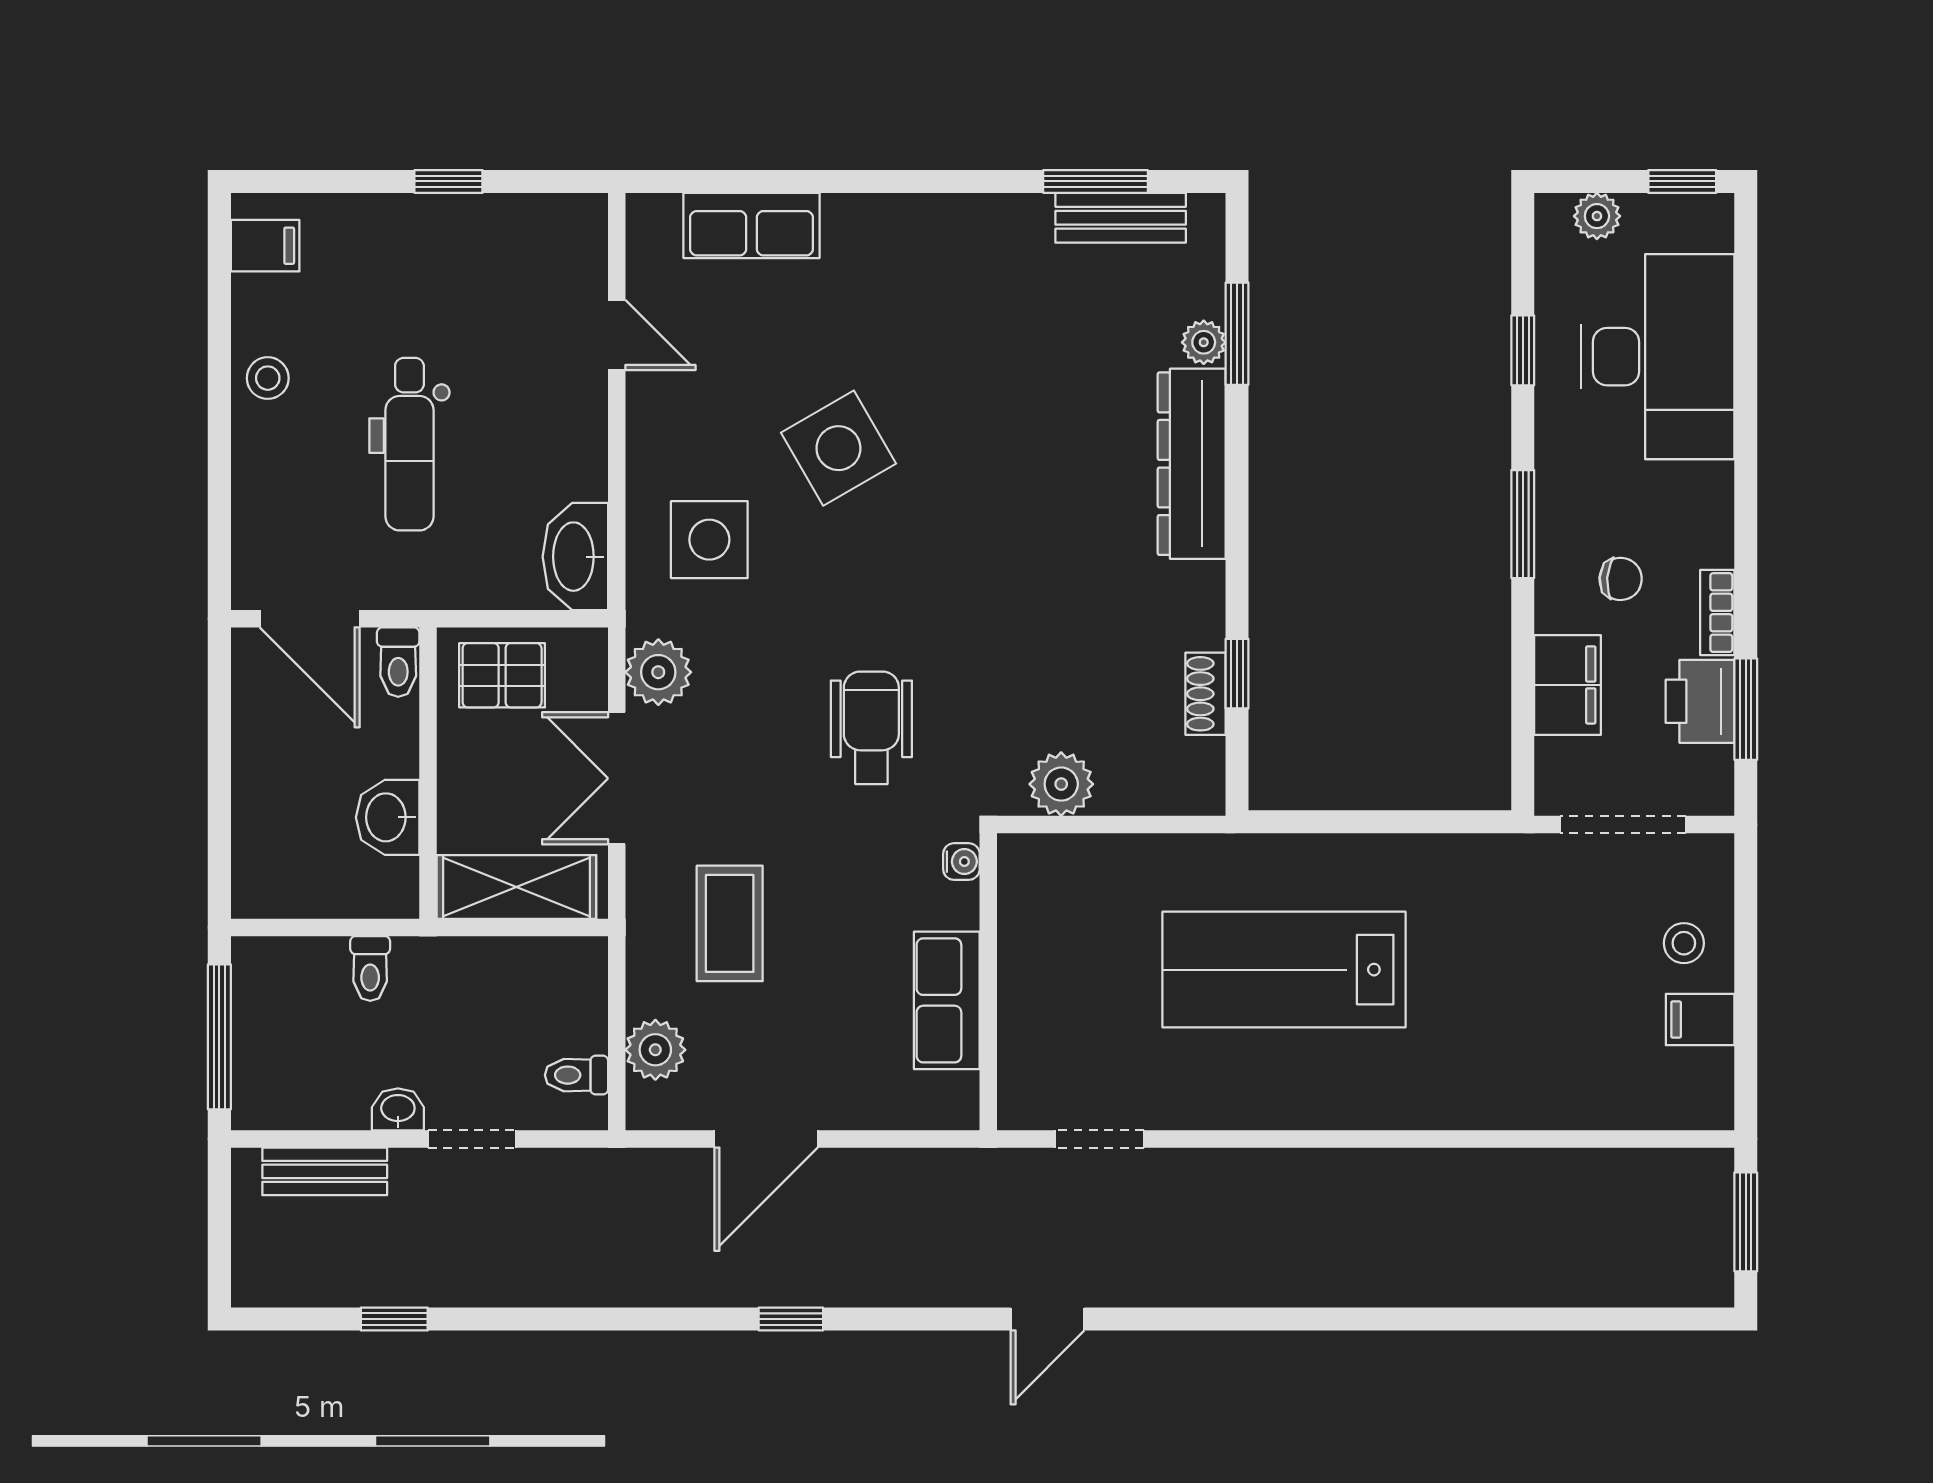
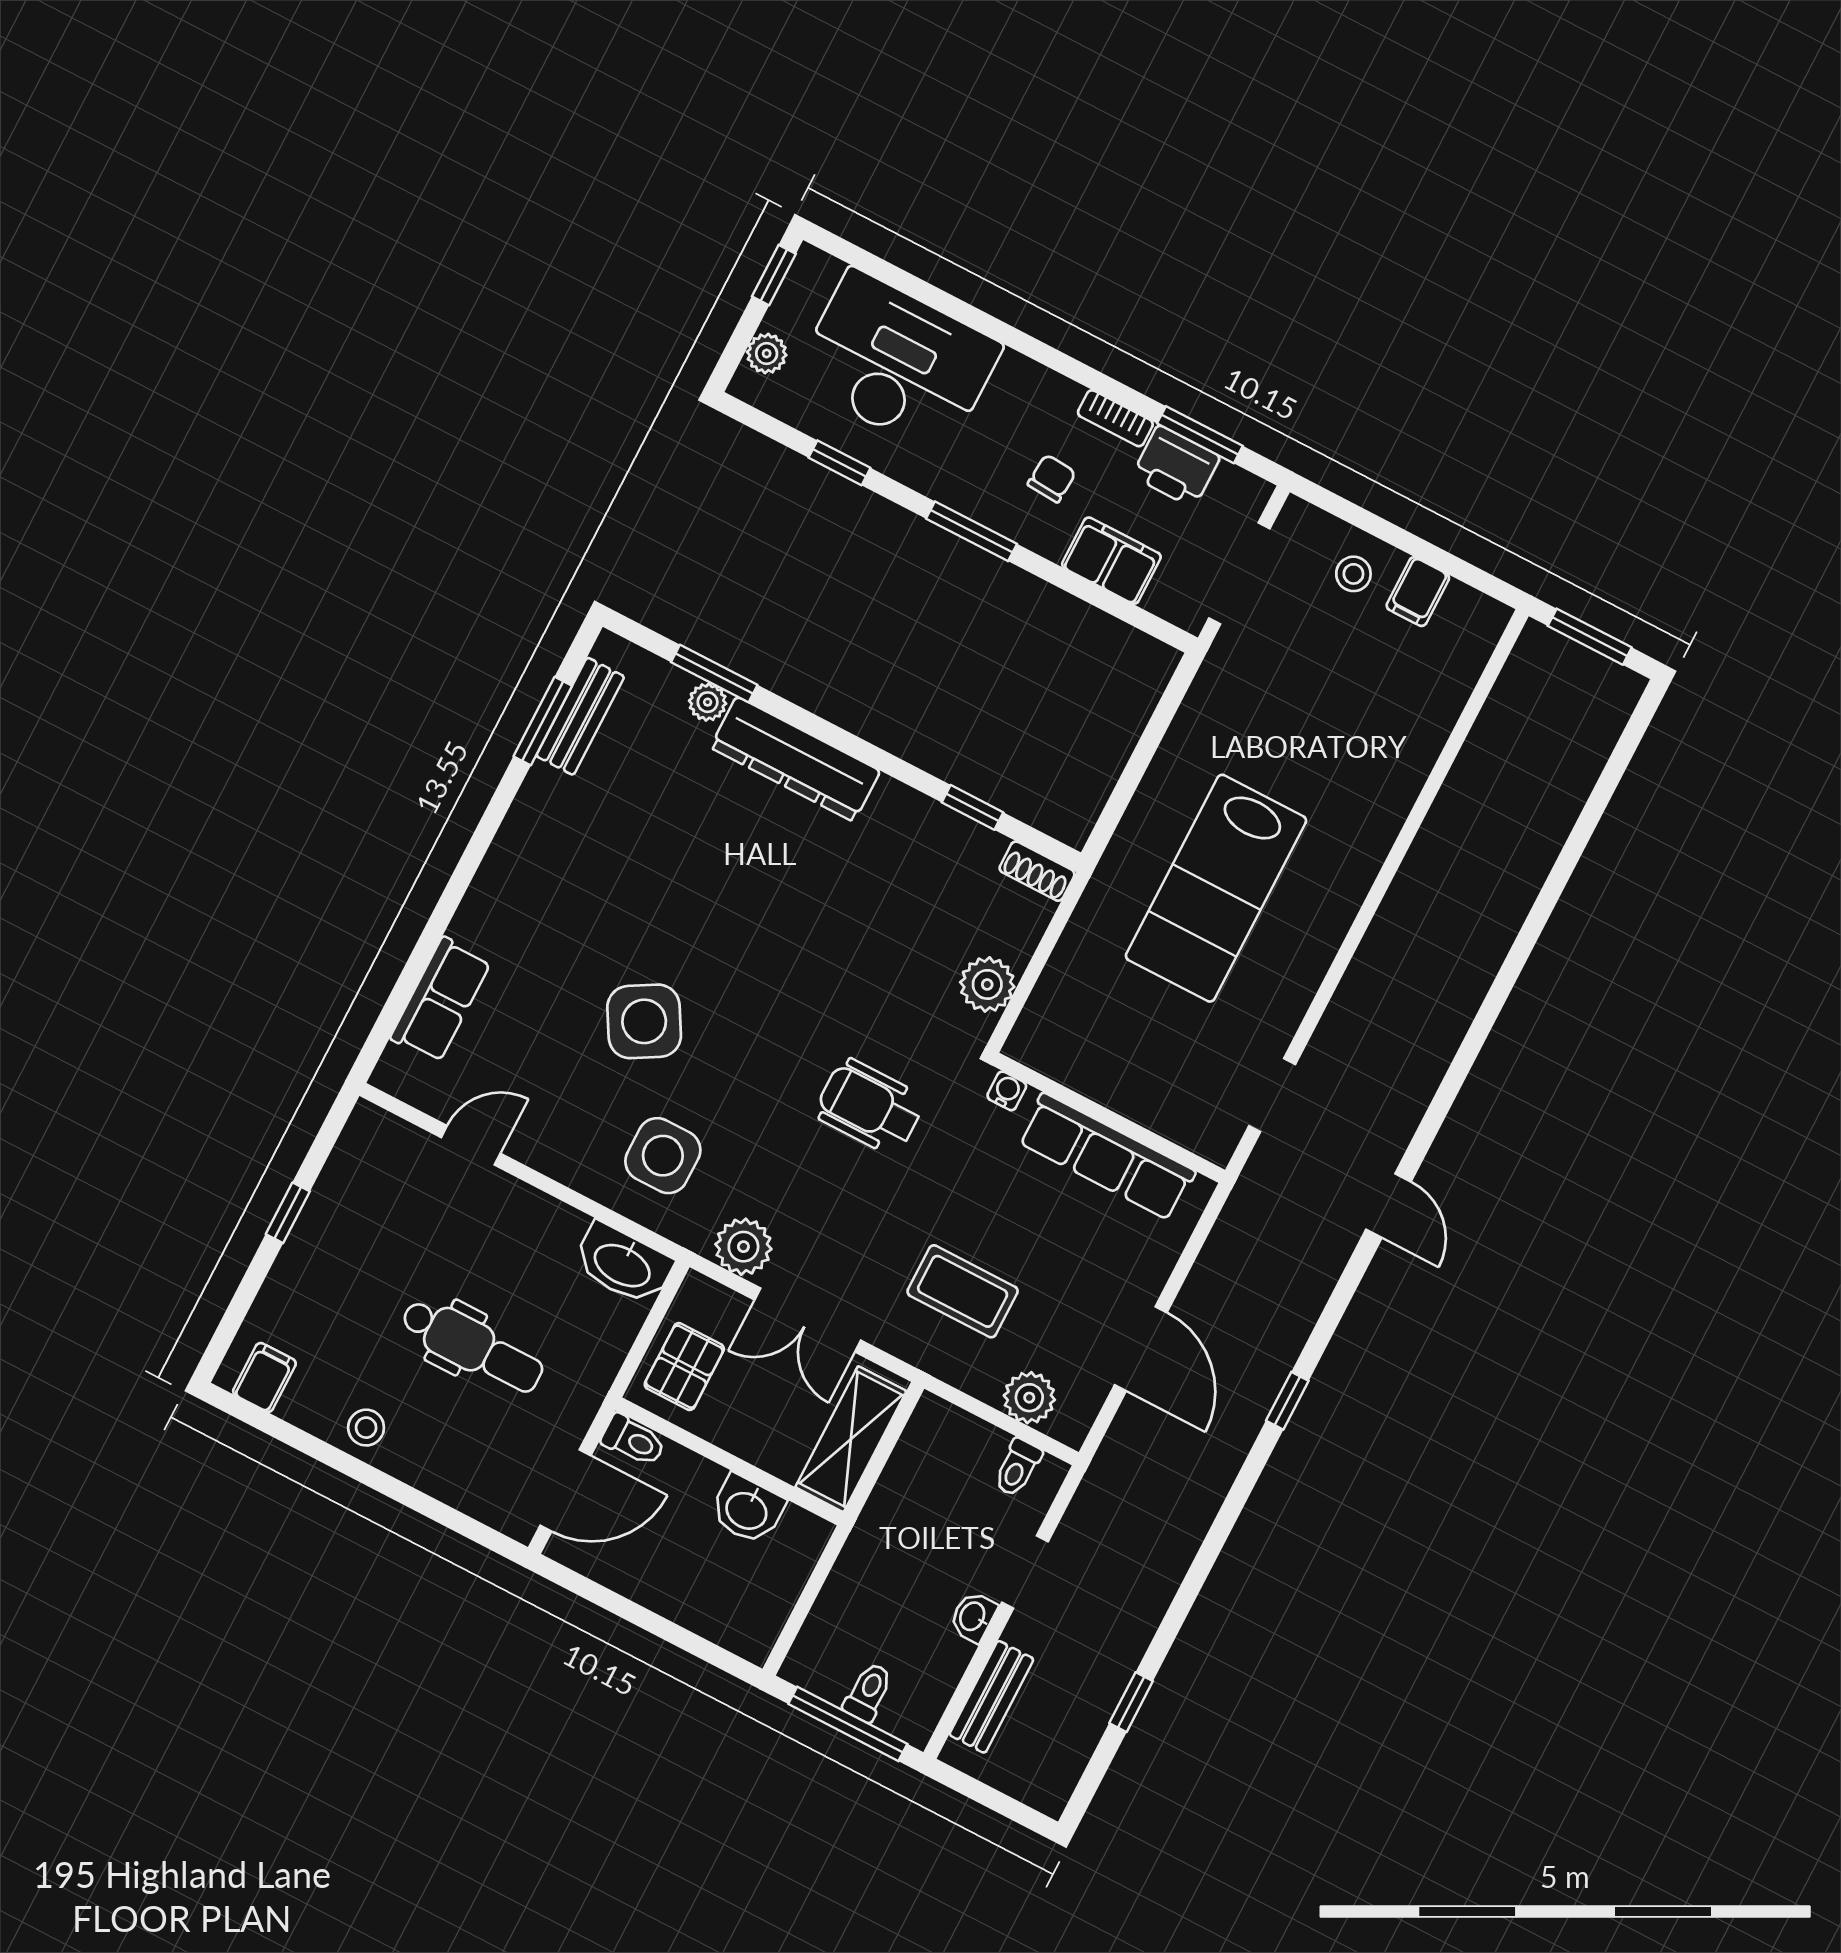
shoe rack: (1206, 694) -> (1037, 871), moved
toilet: (370, 968) -> (868, 1692), moved, turned -90
row of seats: (947, 1000) -> (1107, 1157), width x1.48

